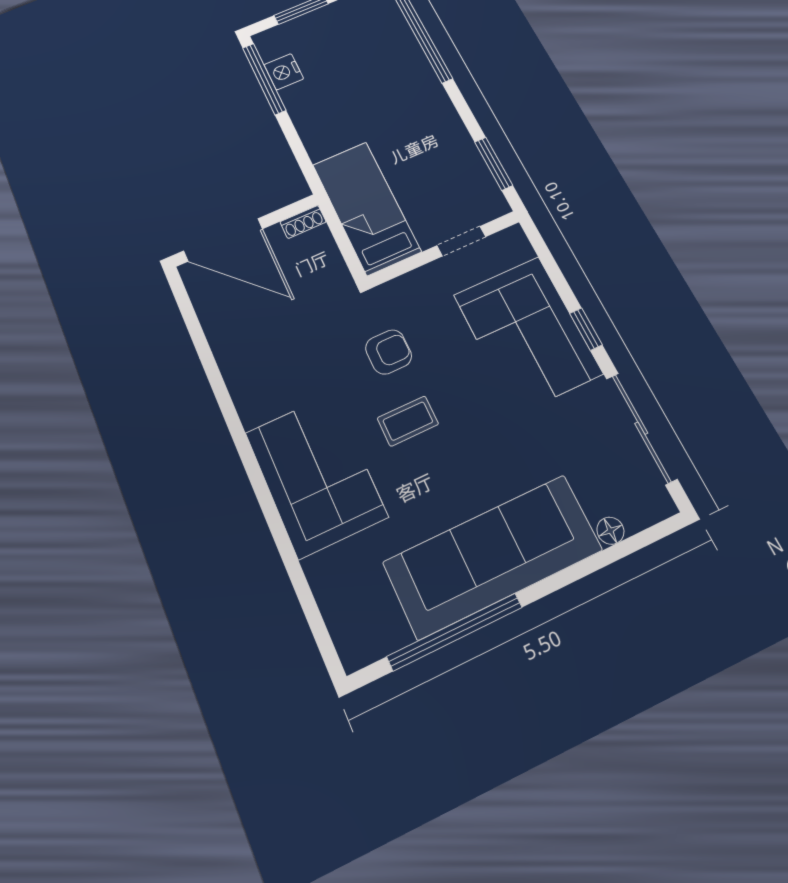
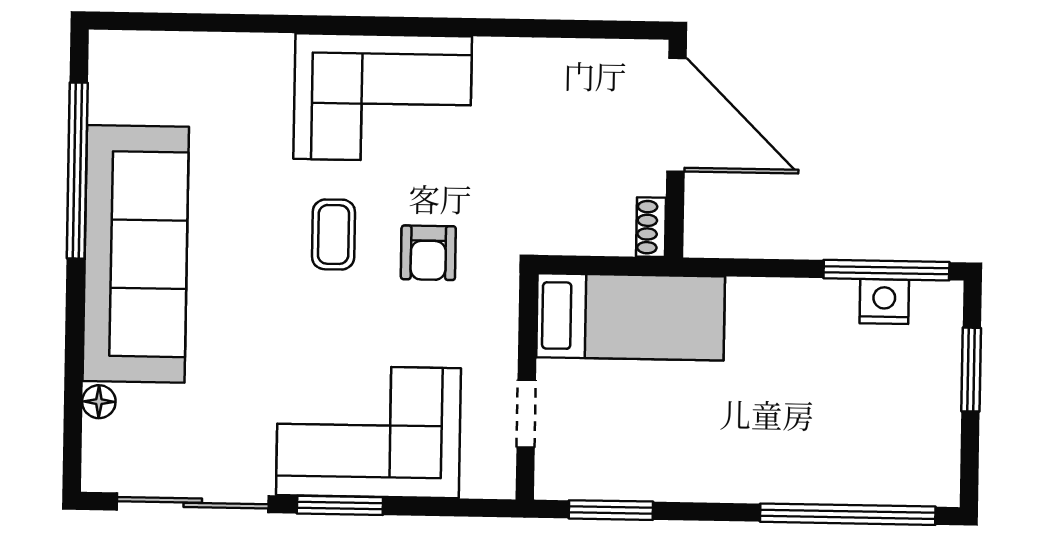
door: (223, 240) -> (676, 115), swing flipped
window: (586, 329) -> (340, 505), width x1.50
corner sofa: (316, 475) -> (383, 98), moved

